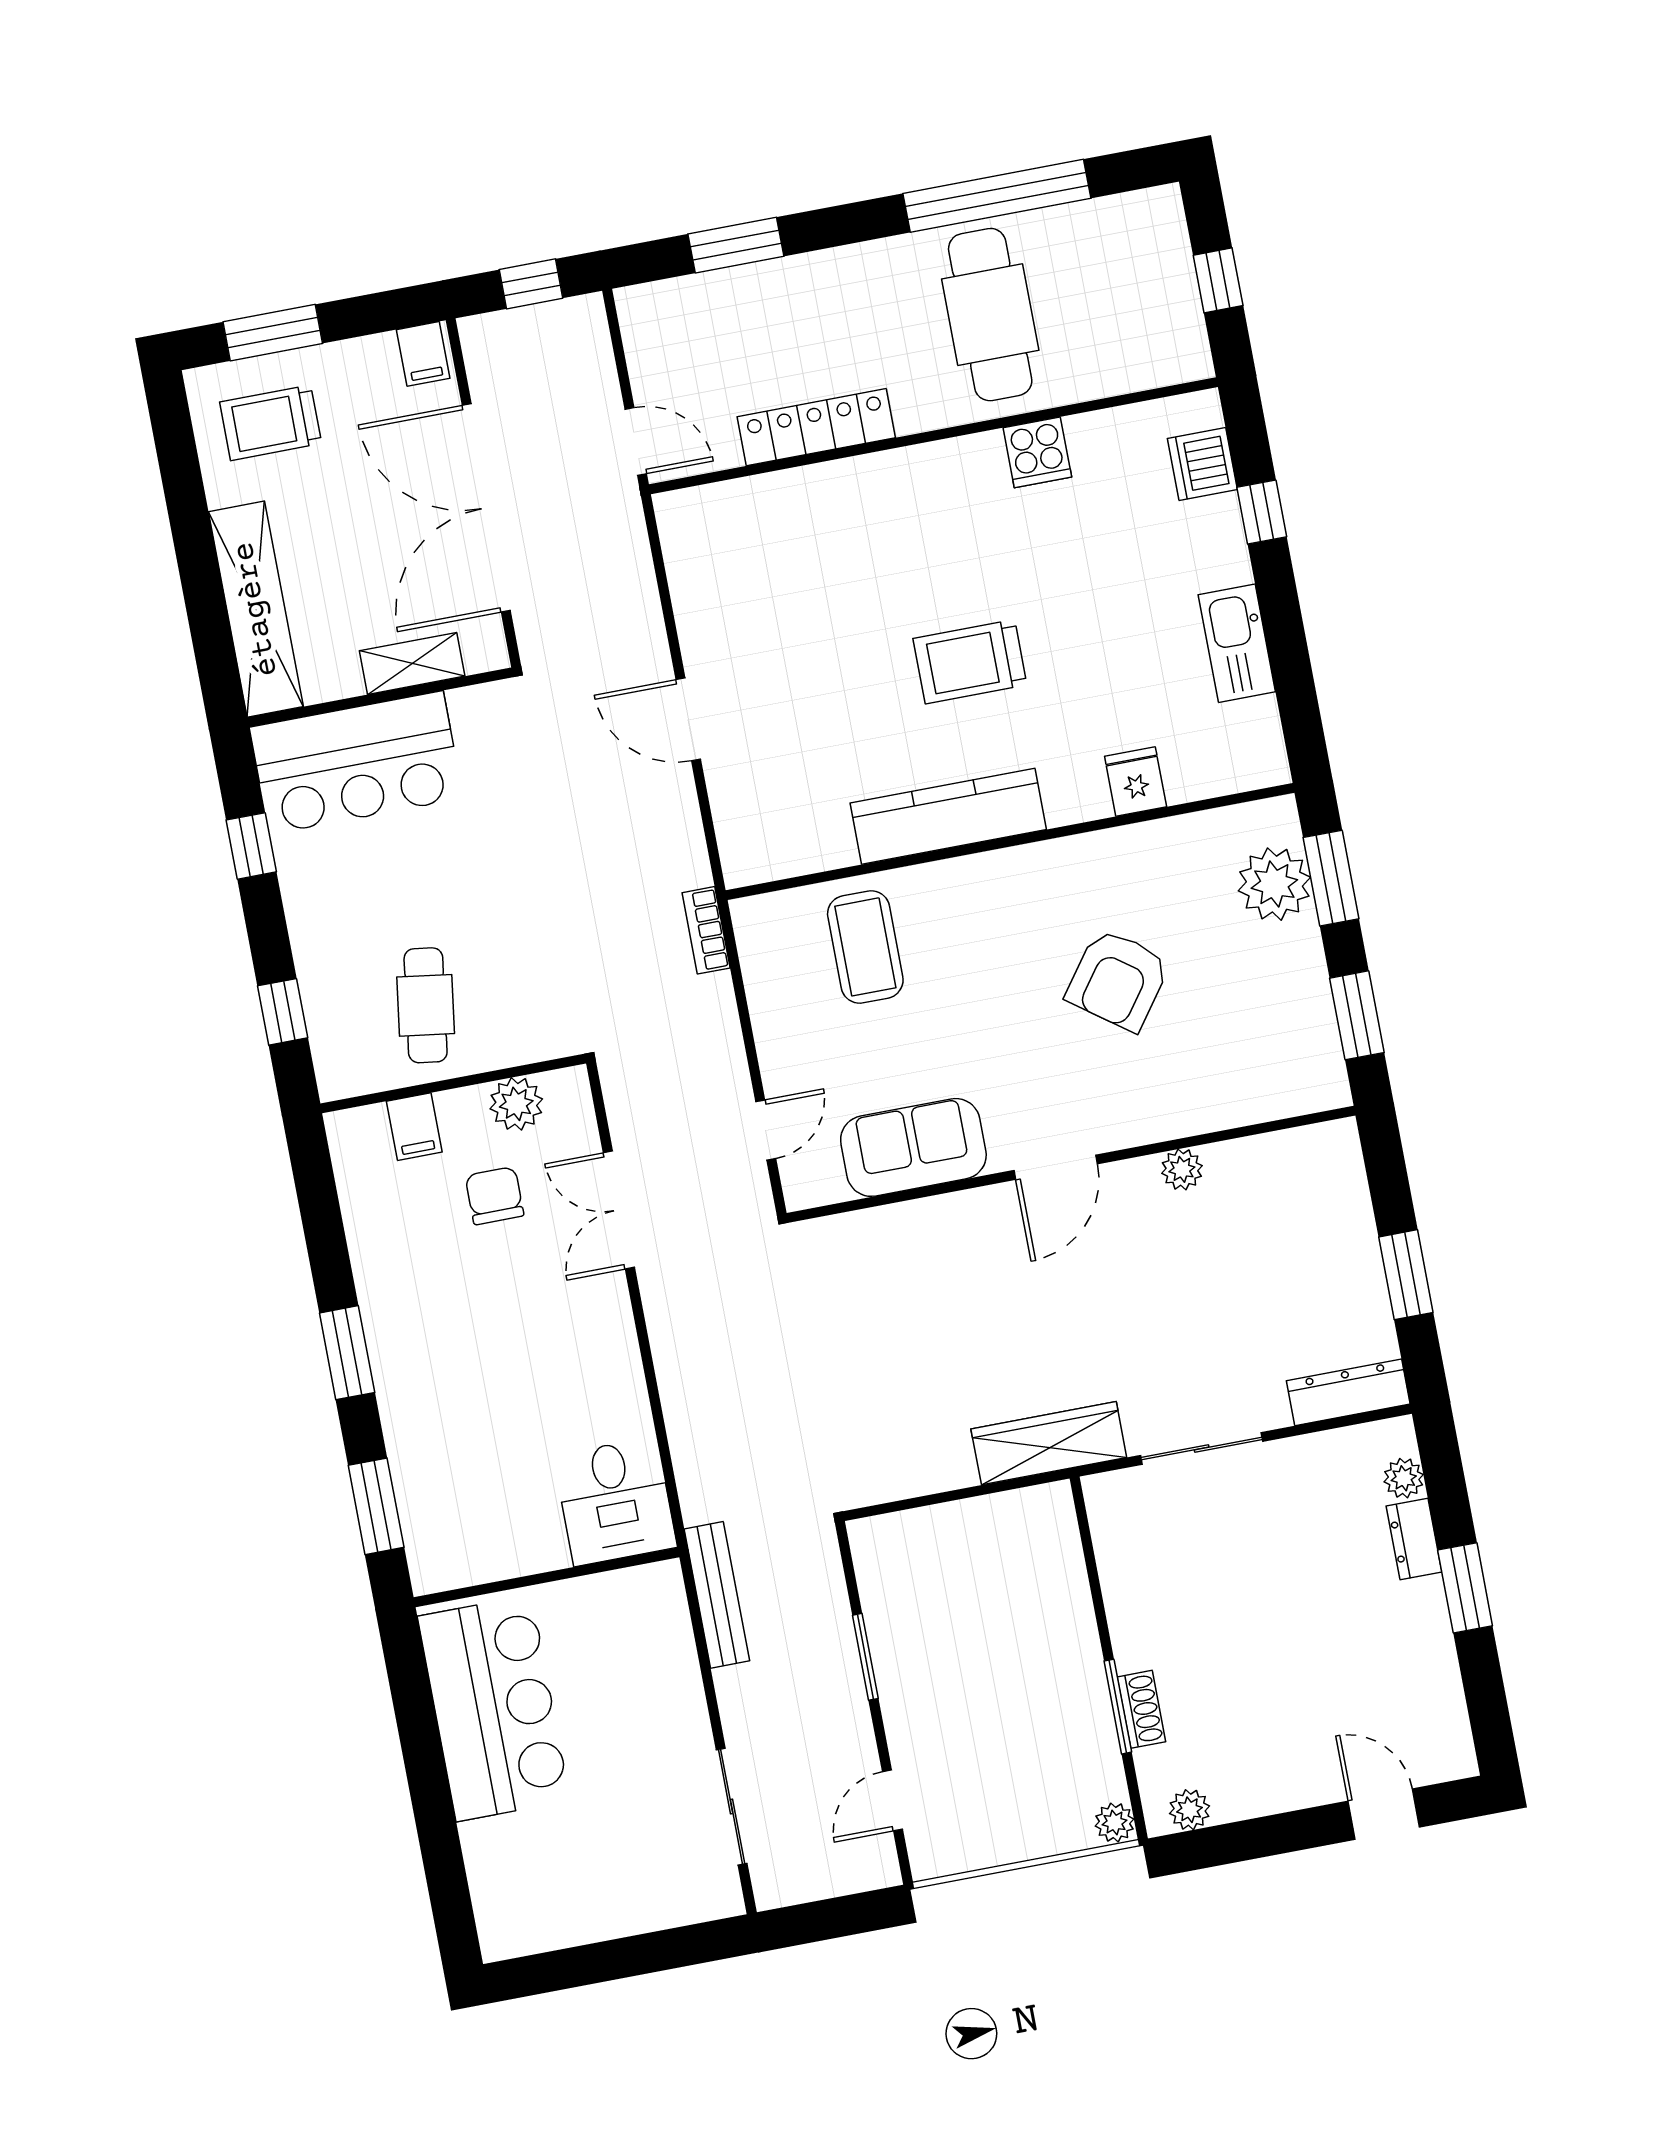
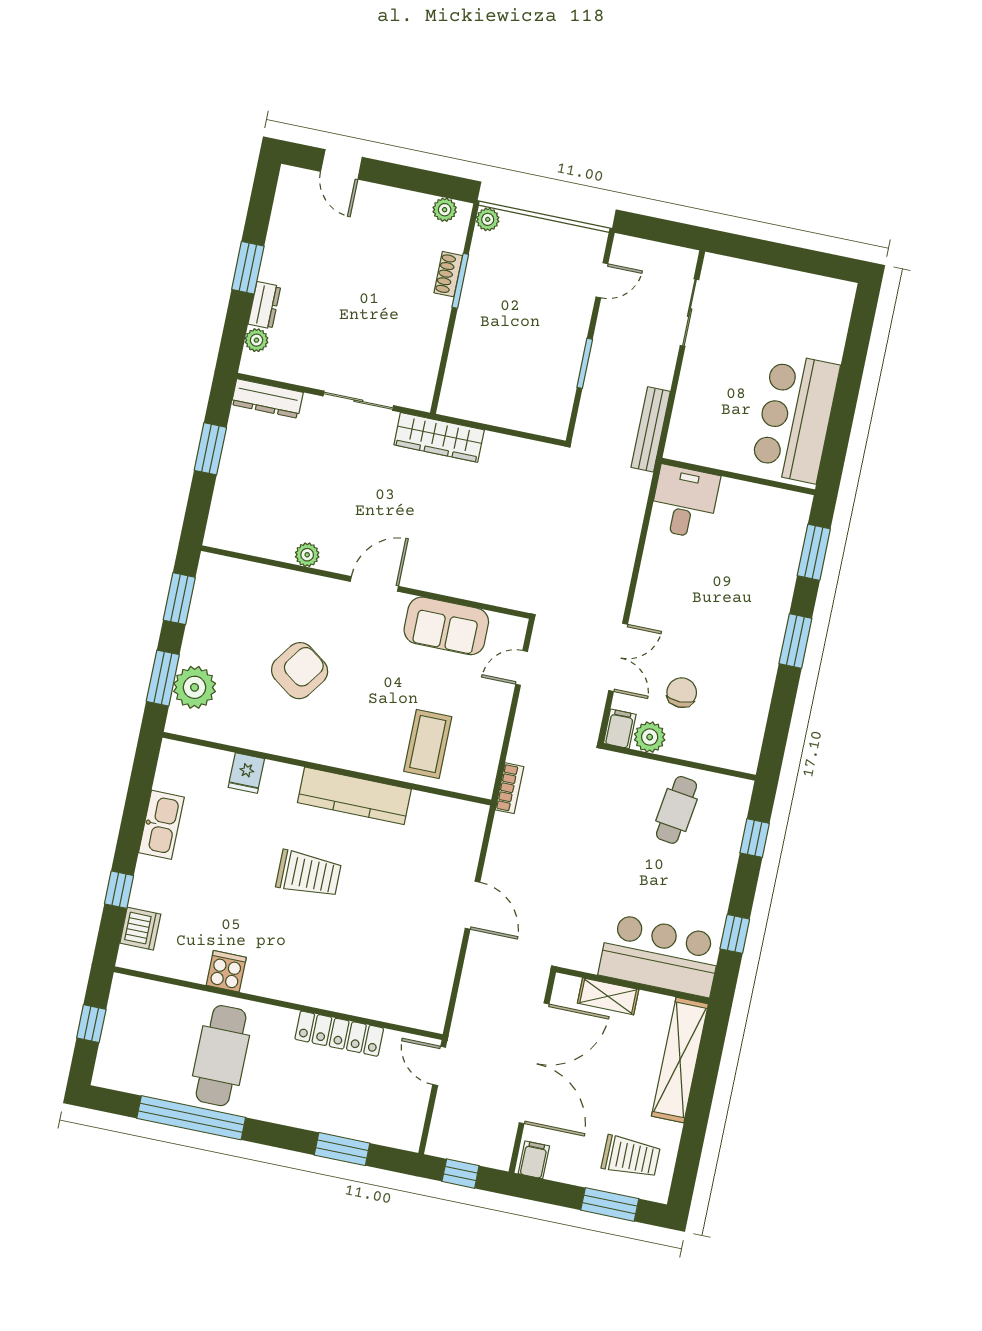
filing cabinet: (414, 1127) -> (620, 729), moved
chair: (494, 1196) -> (682, 693), turned 180

